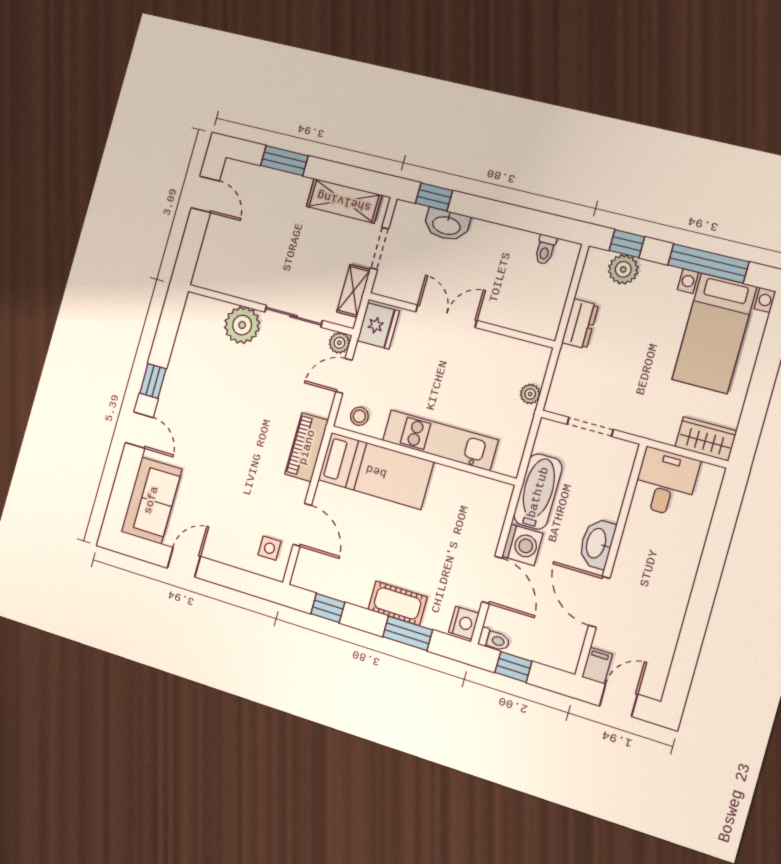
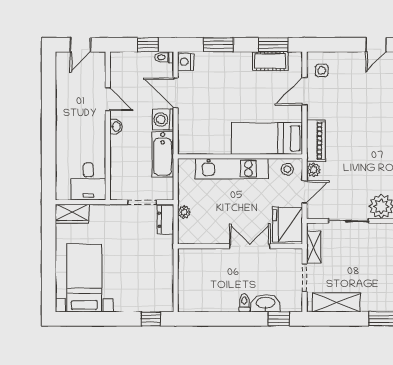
toilet: (545, 250) -> (244, 303), moved
window: (708, 263) -> (99, 319), removed
plant: (623, 269) -> (149, 303), removed
double door: (446, 316) -> (250, 246), swing flipped
dresser: (580, 324) -> (165, 220), moved
fridge: (378, 326) -> (288, 224), width x1.36, depth x1.34
plant: (339, 343) -> (313, 170), moved
door: (302, 525) -> (305, 91), hinge flipped
washbasin: (597, 543) -> (116, 126), width x0.52, depth x0.69
door: (599, 602) -> (108, 99), width x0.73
cot: (397, 603) -> (270, 61), moved
window: (328, 608) -> (273, 45), width x1.50
filing cabinet: (597, 666) -> (98, 61), removed

